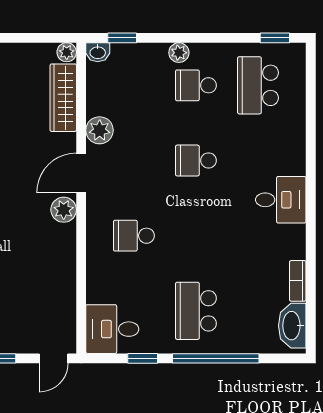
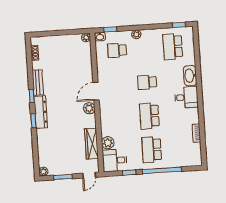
school desk: (196, 85) -> (117, 50), moved
wardrobe: (63, 98) -> (91, 144), moved
plant: (100, 130) -> (108, 143), moved
school desk: (134, 236) -> (149, 116), moved, width x1.85
washbasin: (292, 326) -> (190, 76), moved

